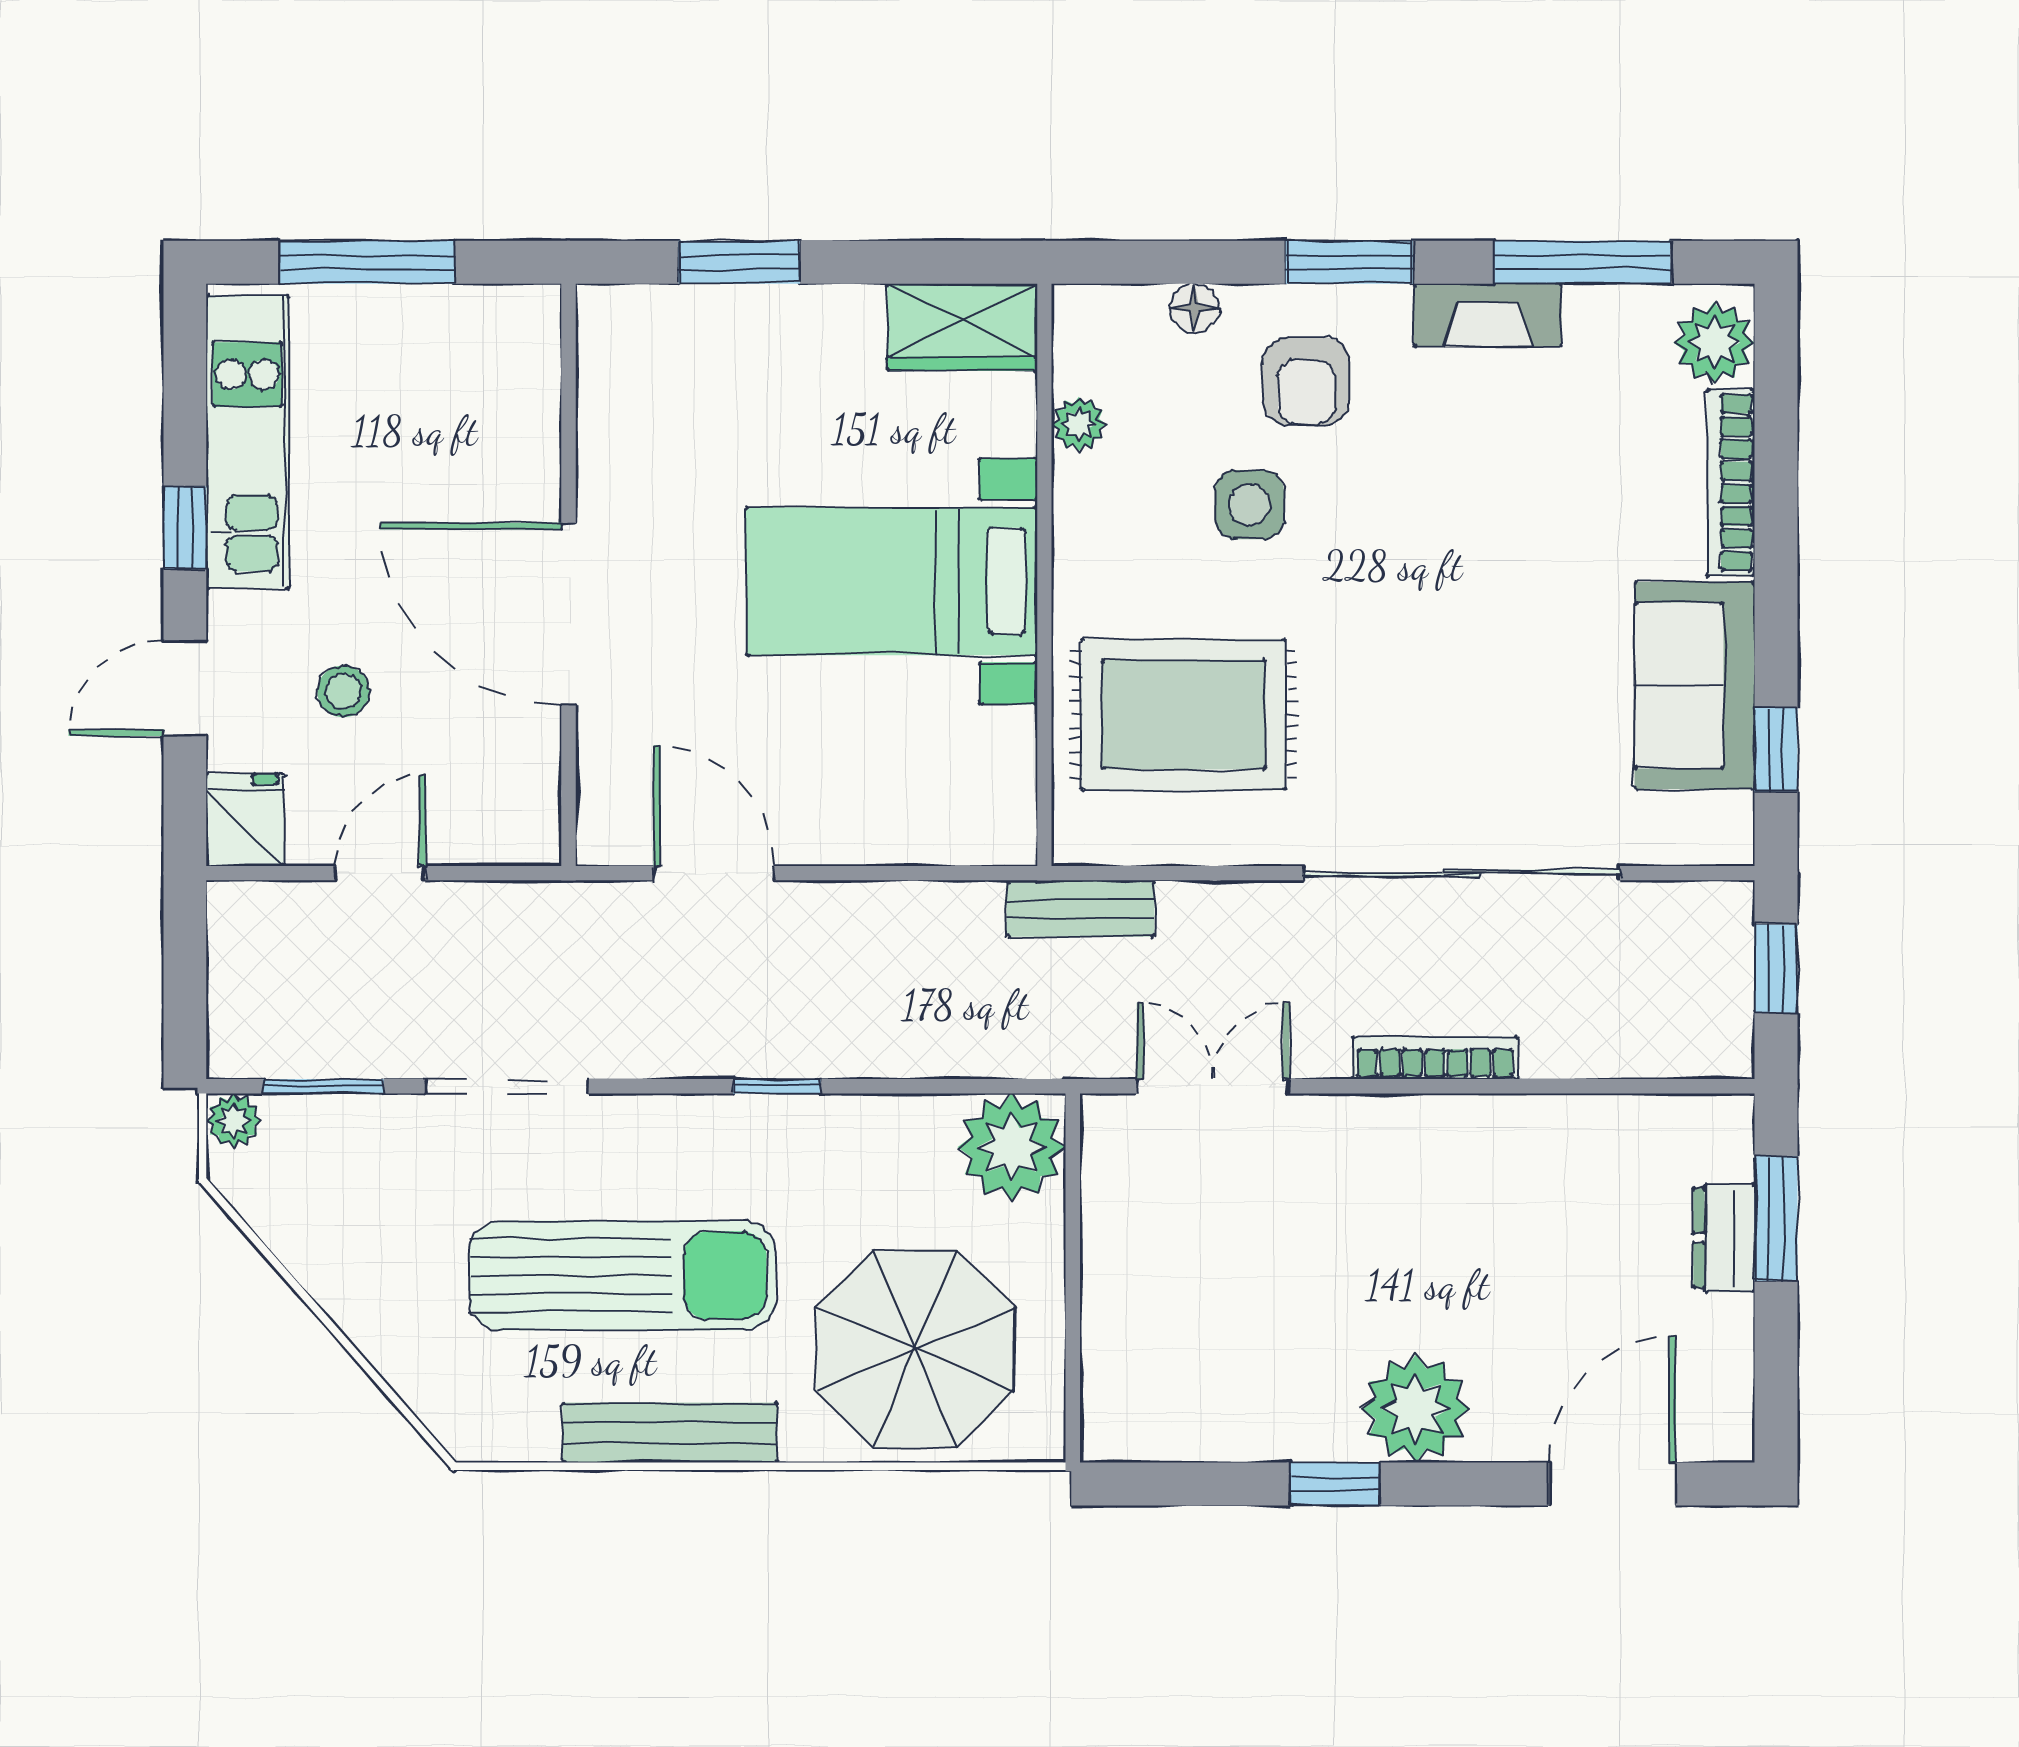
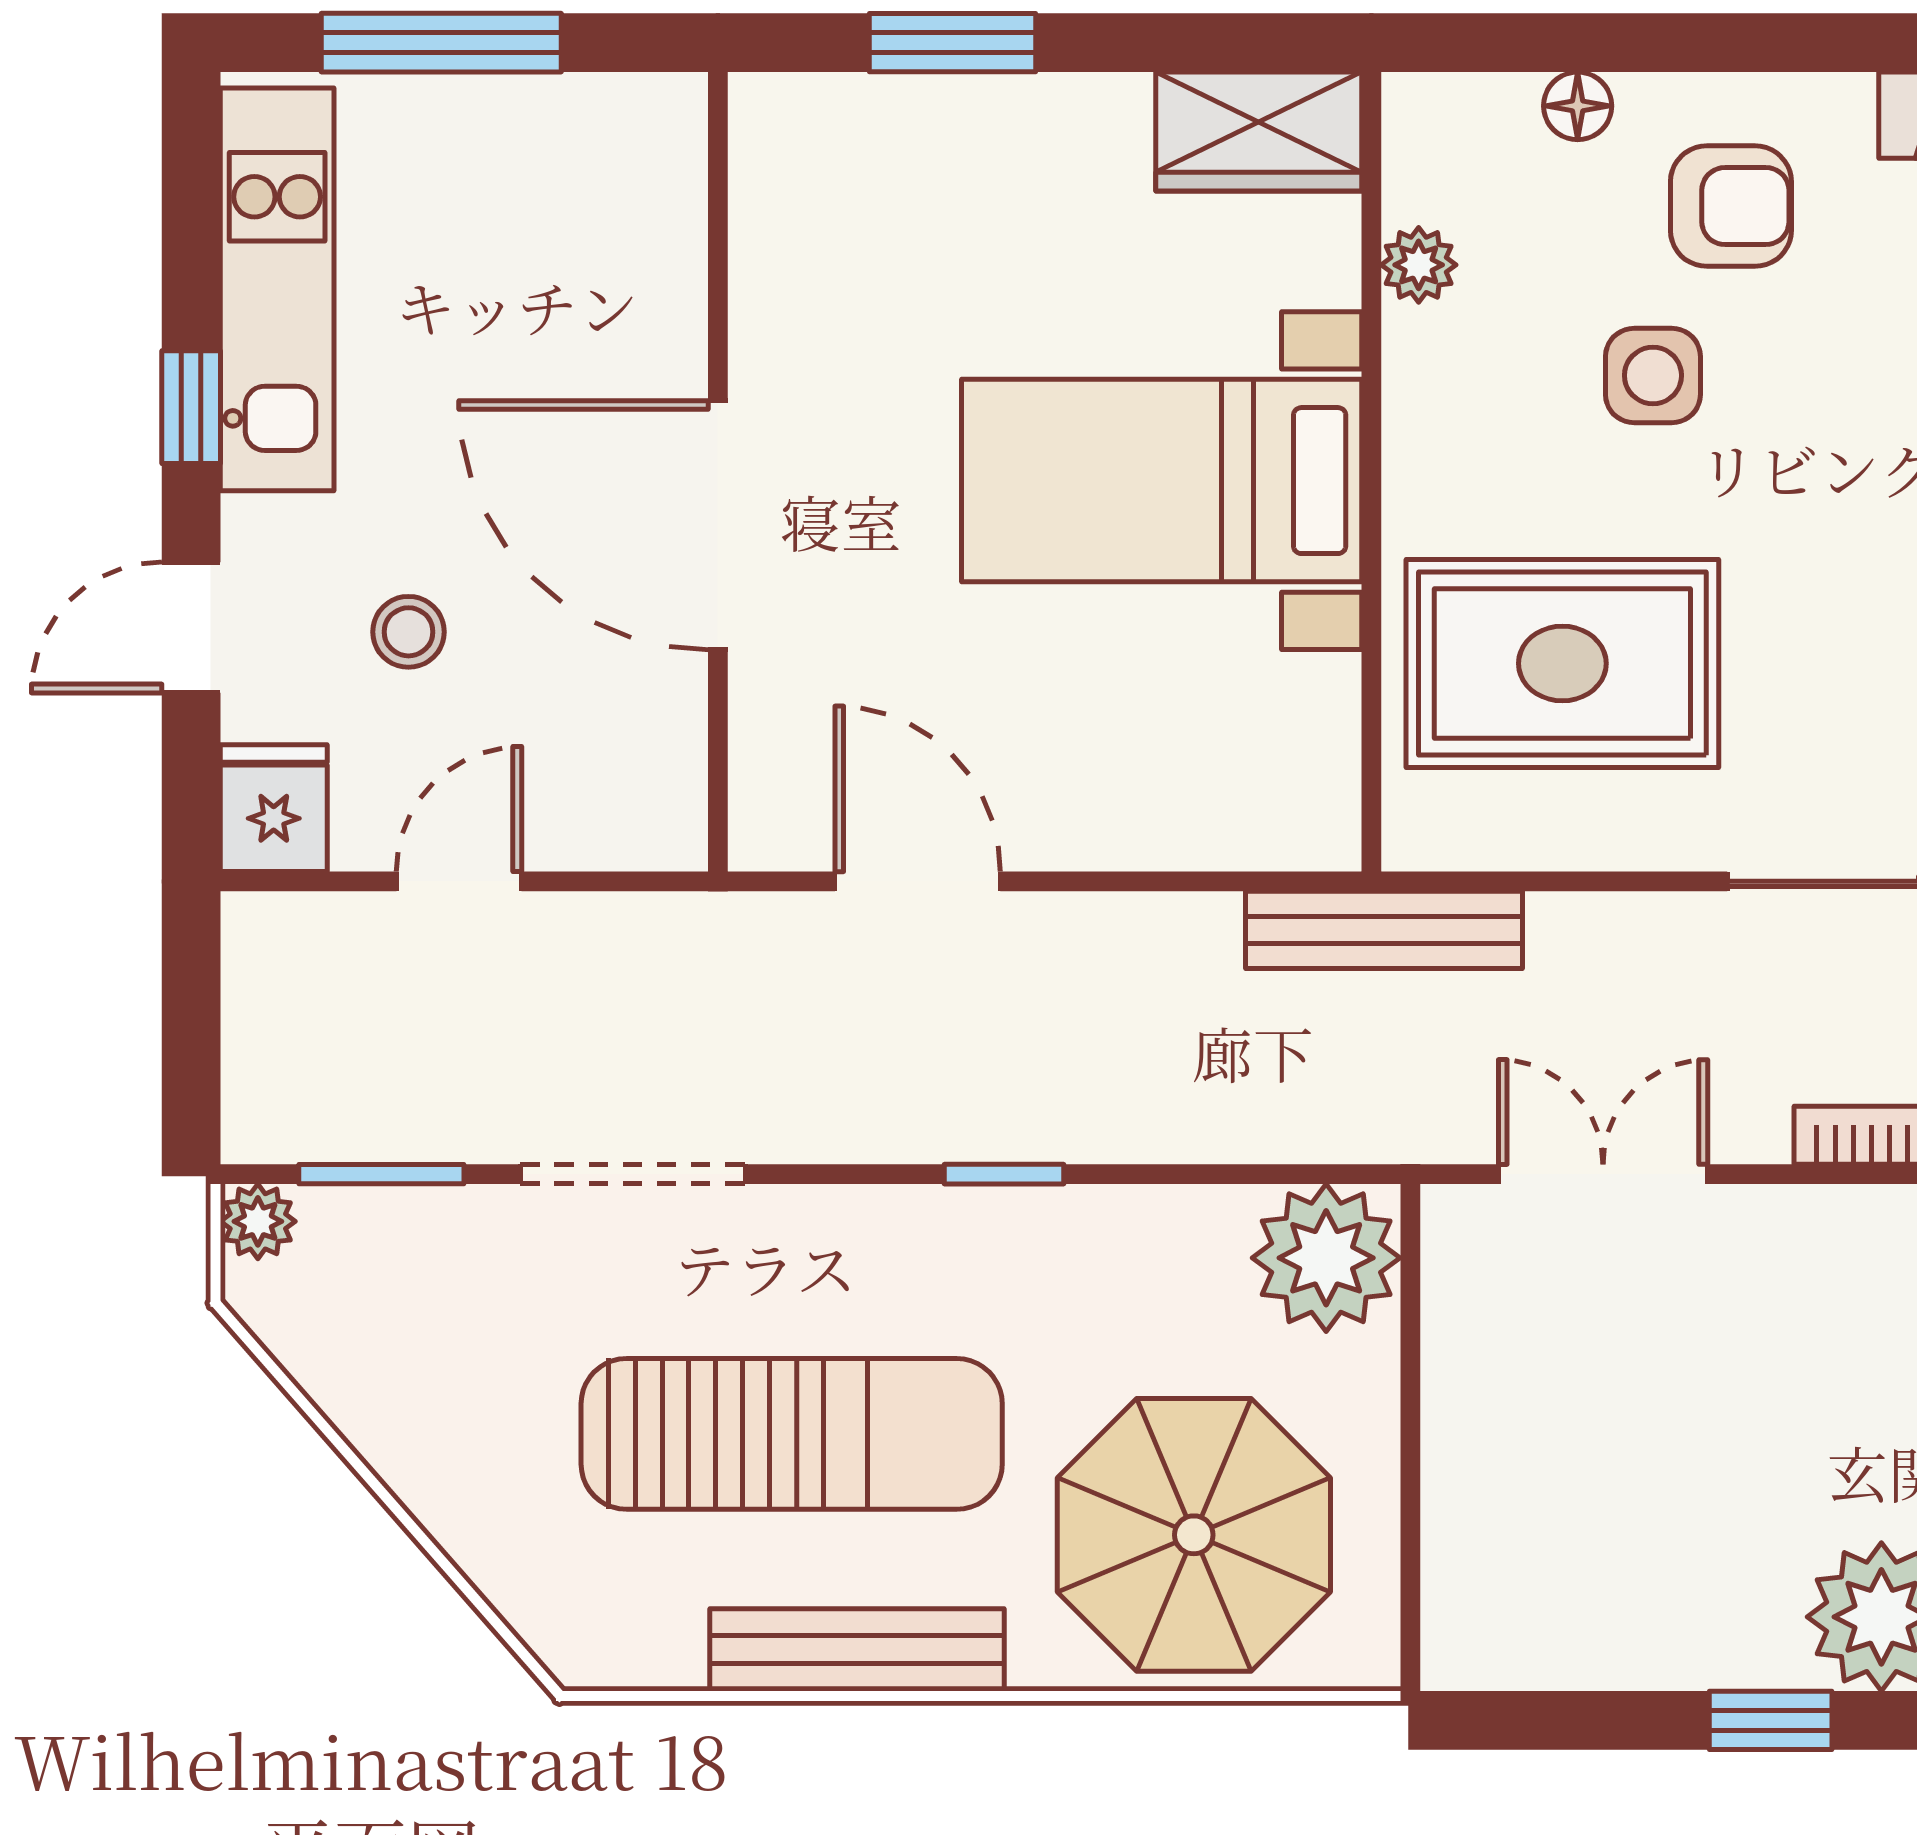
window: (1349, 262) -> (1790, 43), removed
armchair: (1306, 381) -> (1731, 206), turned -90
bench: (1080, 908) -> (1384, 930), width x1.36

